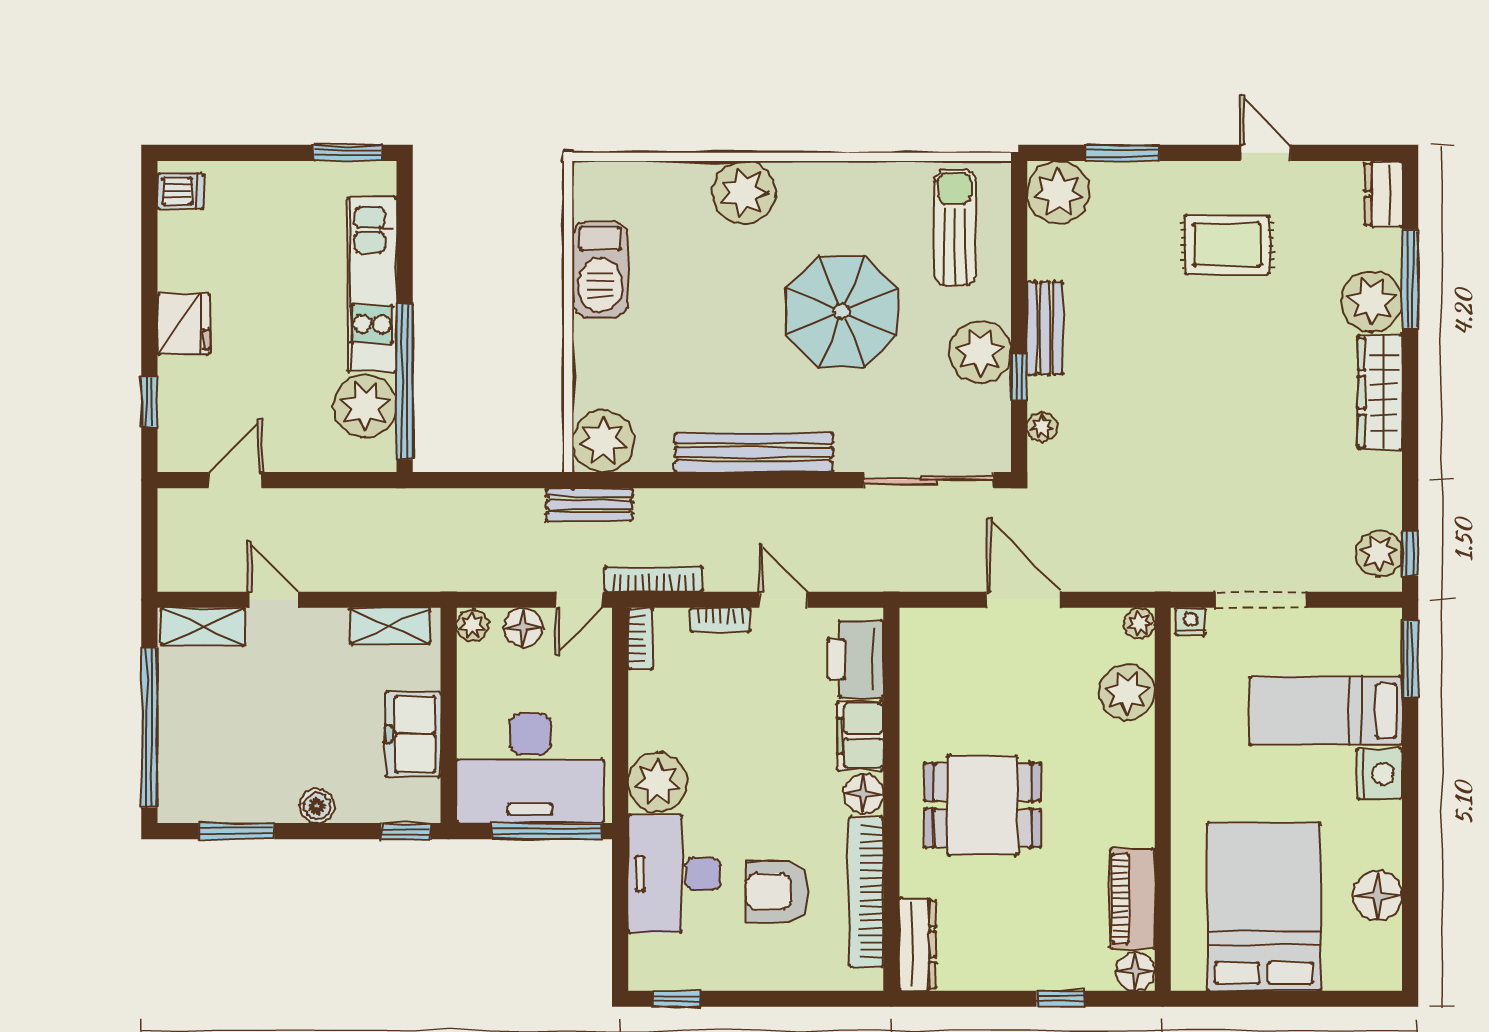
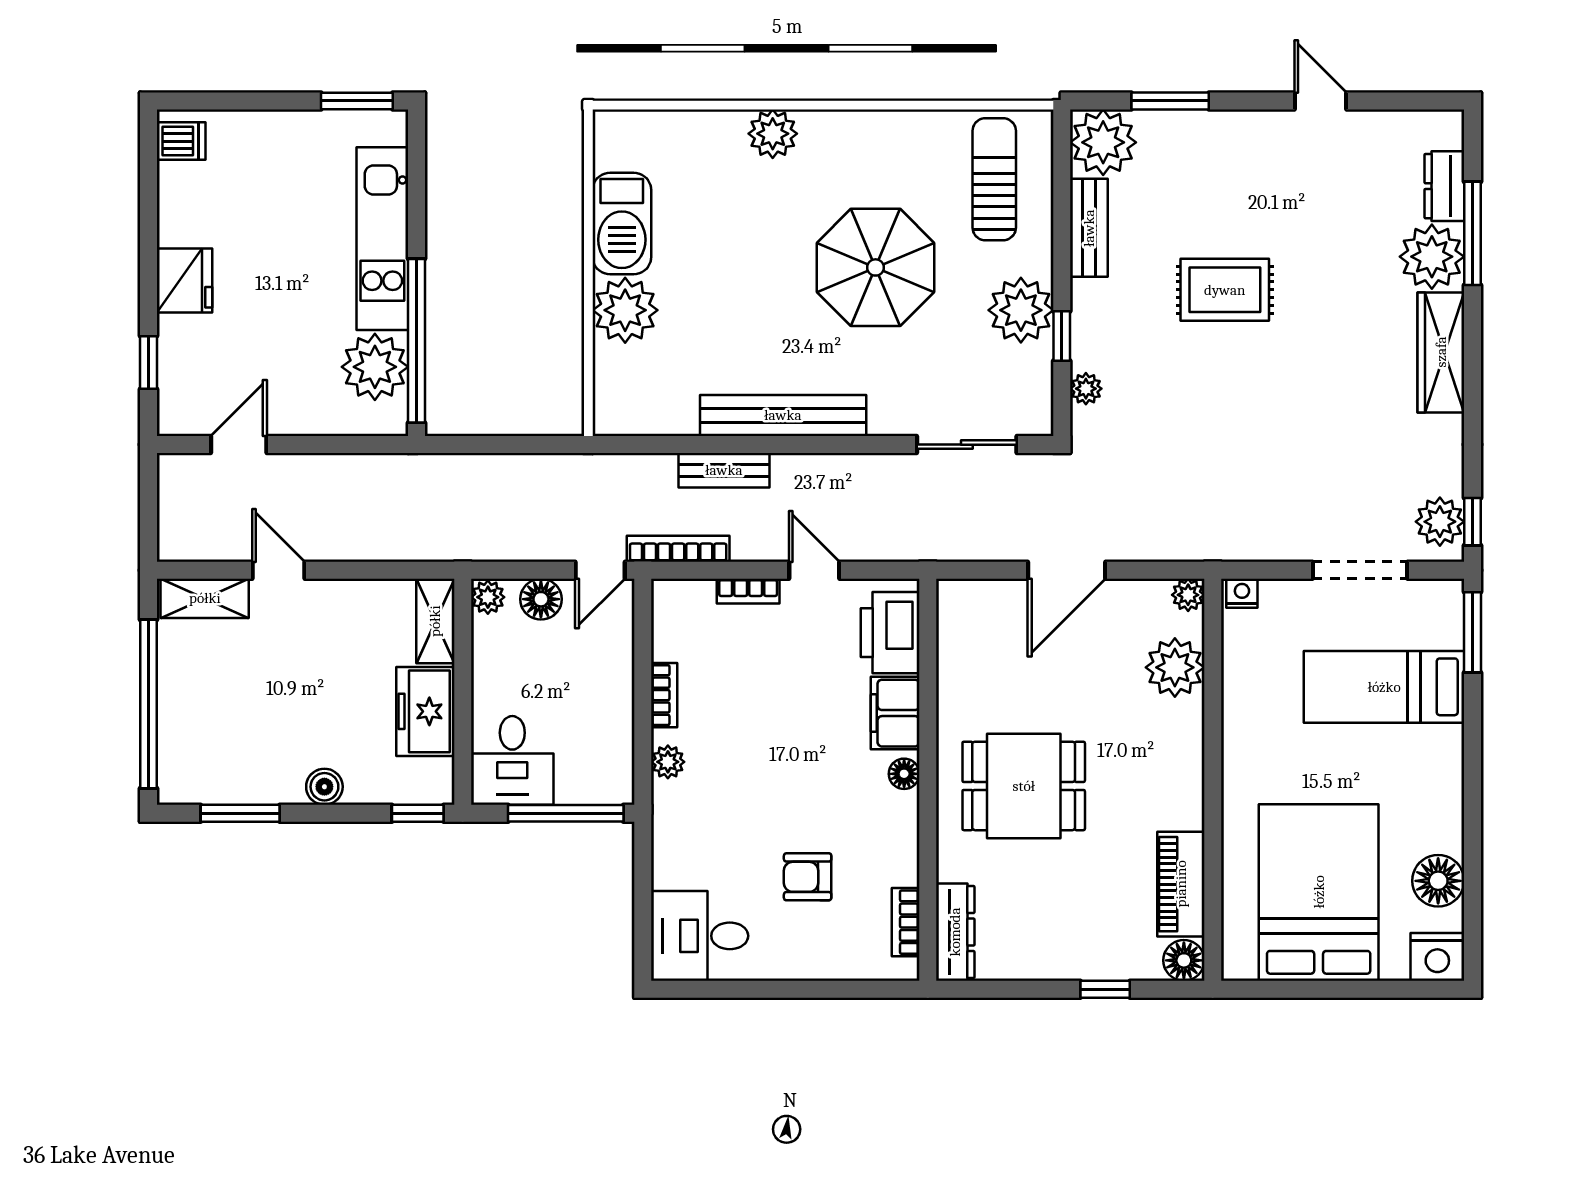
plant: (744, 193) -> (773, 134), width x0.73, depth x0.73
dresser: (1383, 194) -> (1444, 186), moved
rug: (1227, 245) -> (1225, 290), moved
bench: (1045, 328) -> (1089, 228), moved
plant: (603, 441) -> (625, 310), moved
sliding door: (929, 480) -> (967, 445), width x0.73
bench: (589, 505) -> (724, 470), moved
door: (1024, 600) -> (1067, 570), swing flipped
doorway: (1261, 600) -> (1360, 570), moved
shelving: (390, 626) -> (435, 621), moved, turned 90
bookcase: (640, 638) -> (664, 695), moved
desk: (530, 768) -> (512, 760), width x0.53, depth x0.77
nightstand: (1379, 774) -> (1437, 957), moved, turned 90
plant: (658, 782) -> (668, 762), width x0.53, depth x0.53
floor lamp: (864, 794) -> (904, 774), width x0.73, depth x0.73
desk: (674, 874) -> (700, 936), moved, width x0.73
armchair: (777, 892) -> (808, 877), width x0.72, depth x0.72
bookcase: (866, 892) -> (906, 922), width x0.43, depth x0.76
window: (676, 999) -> (702, 989), removed

